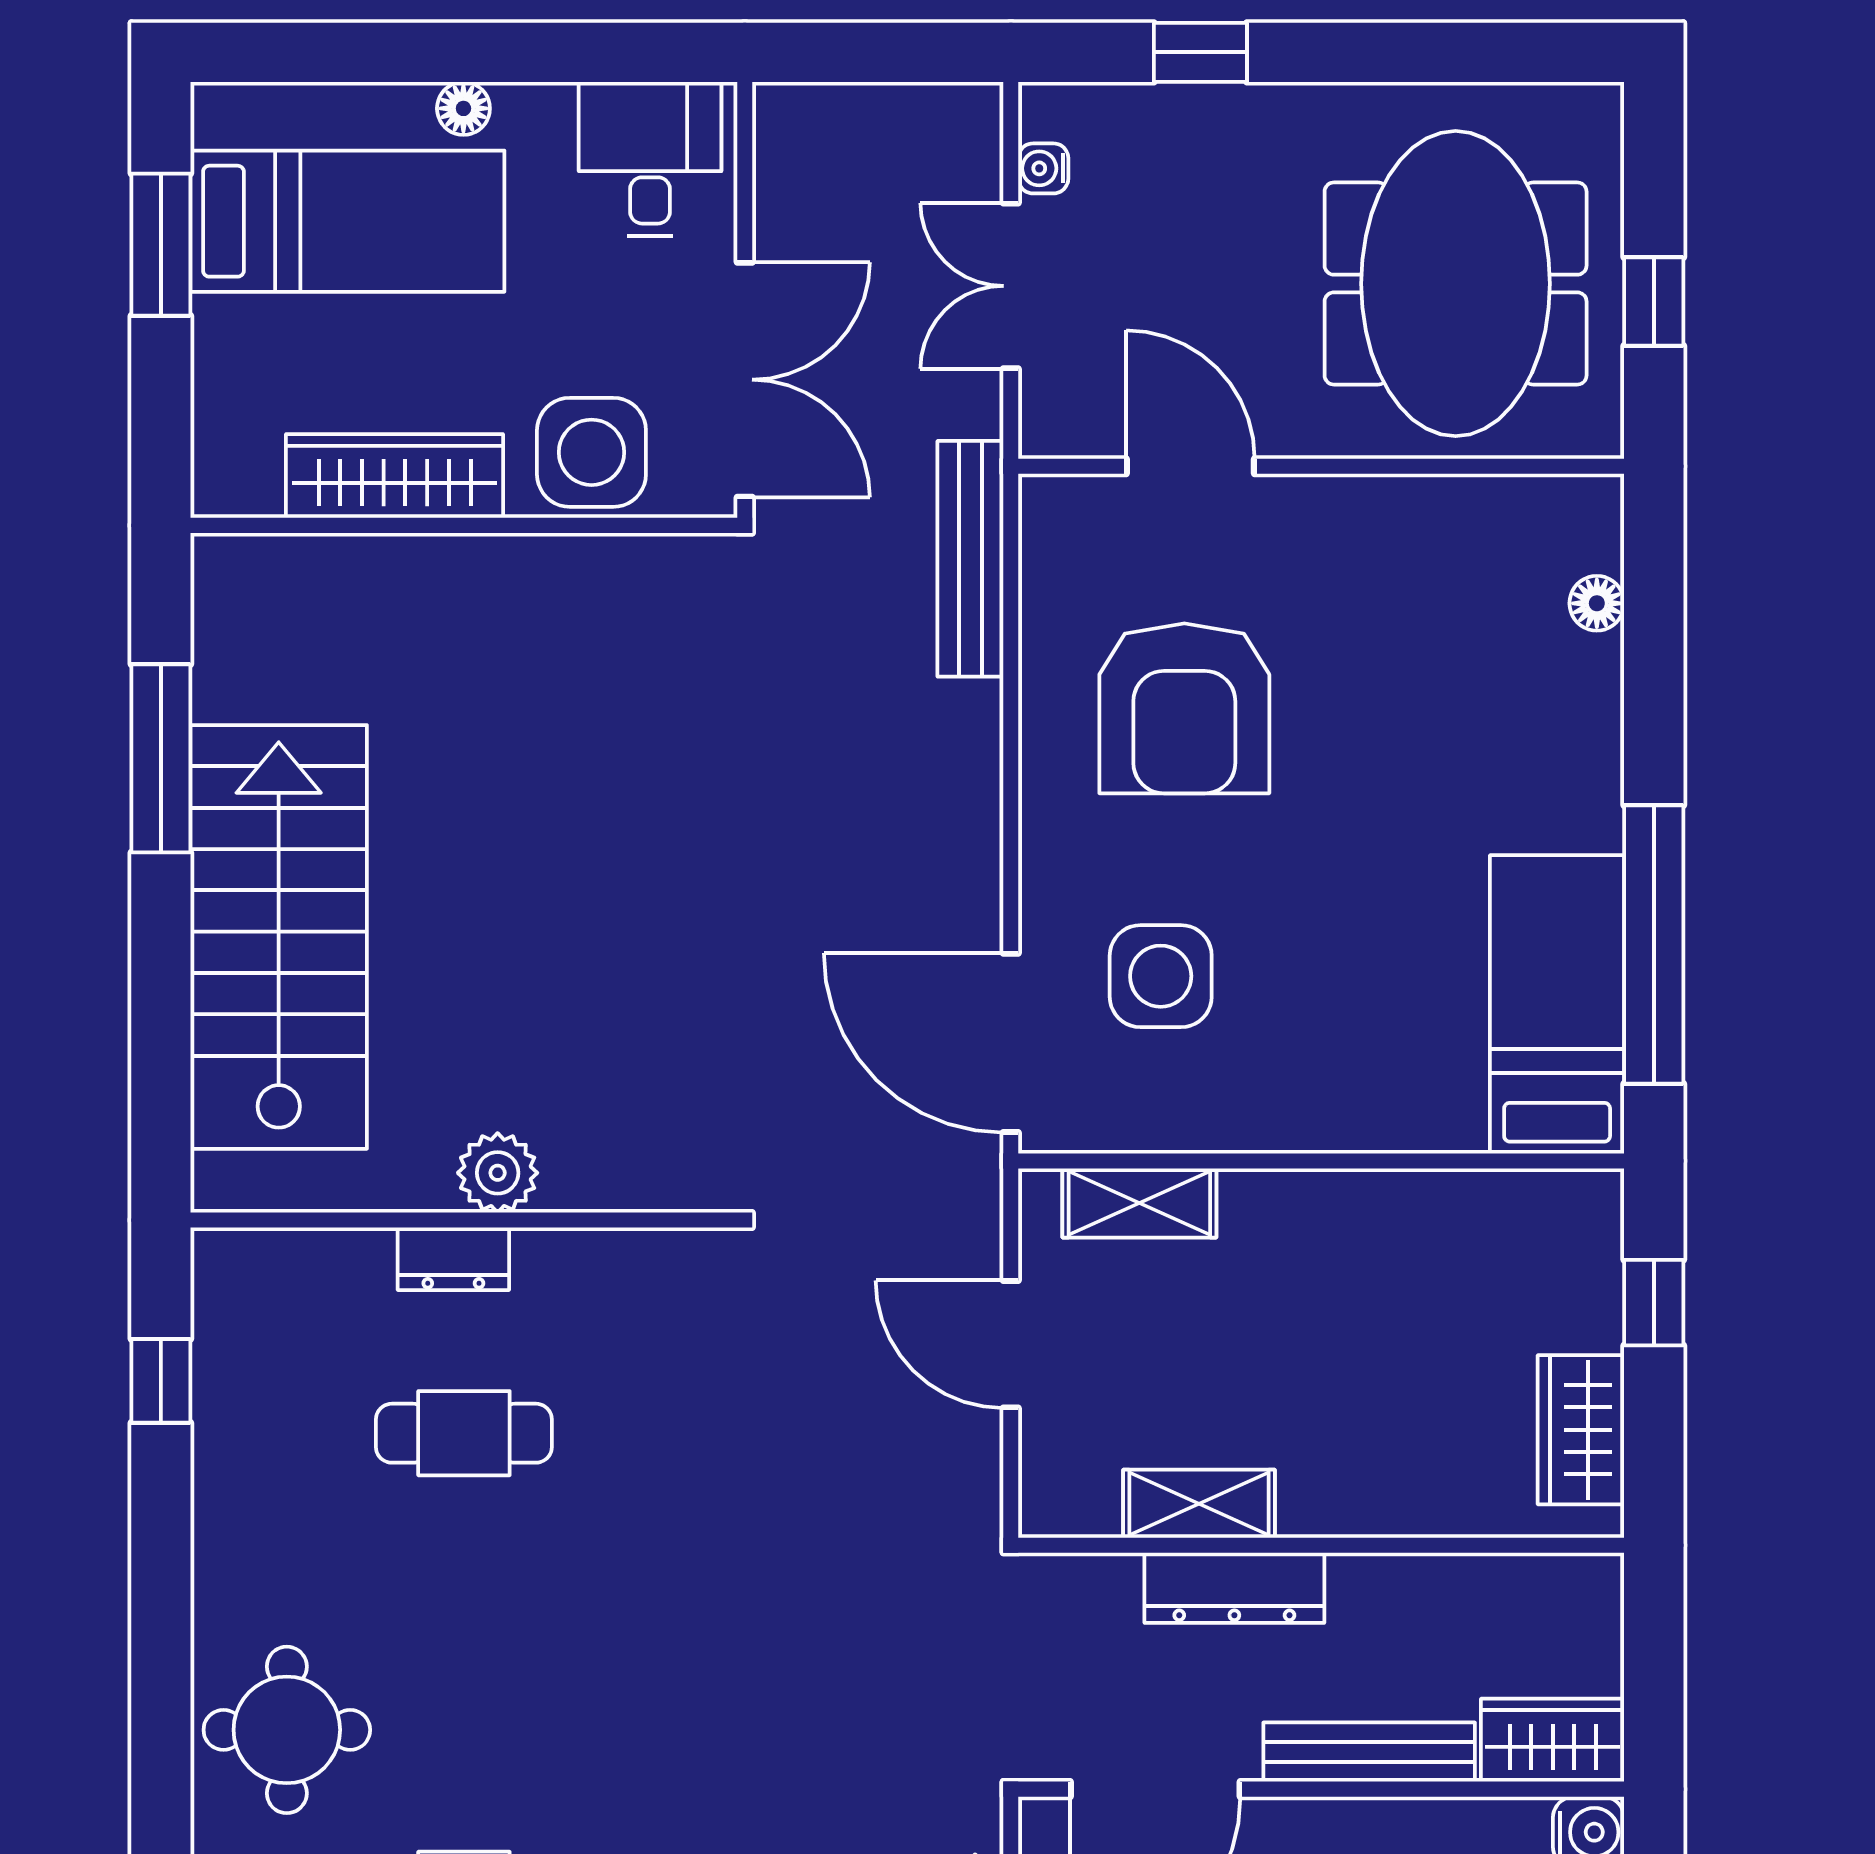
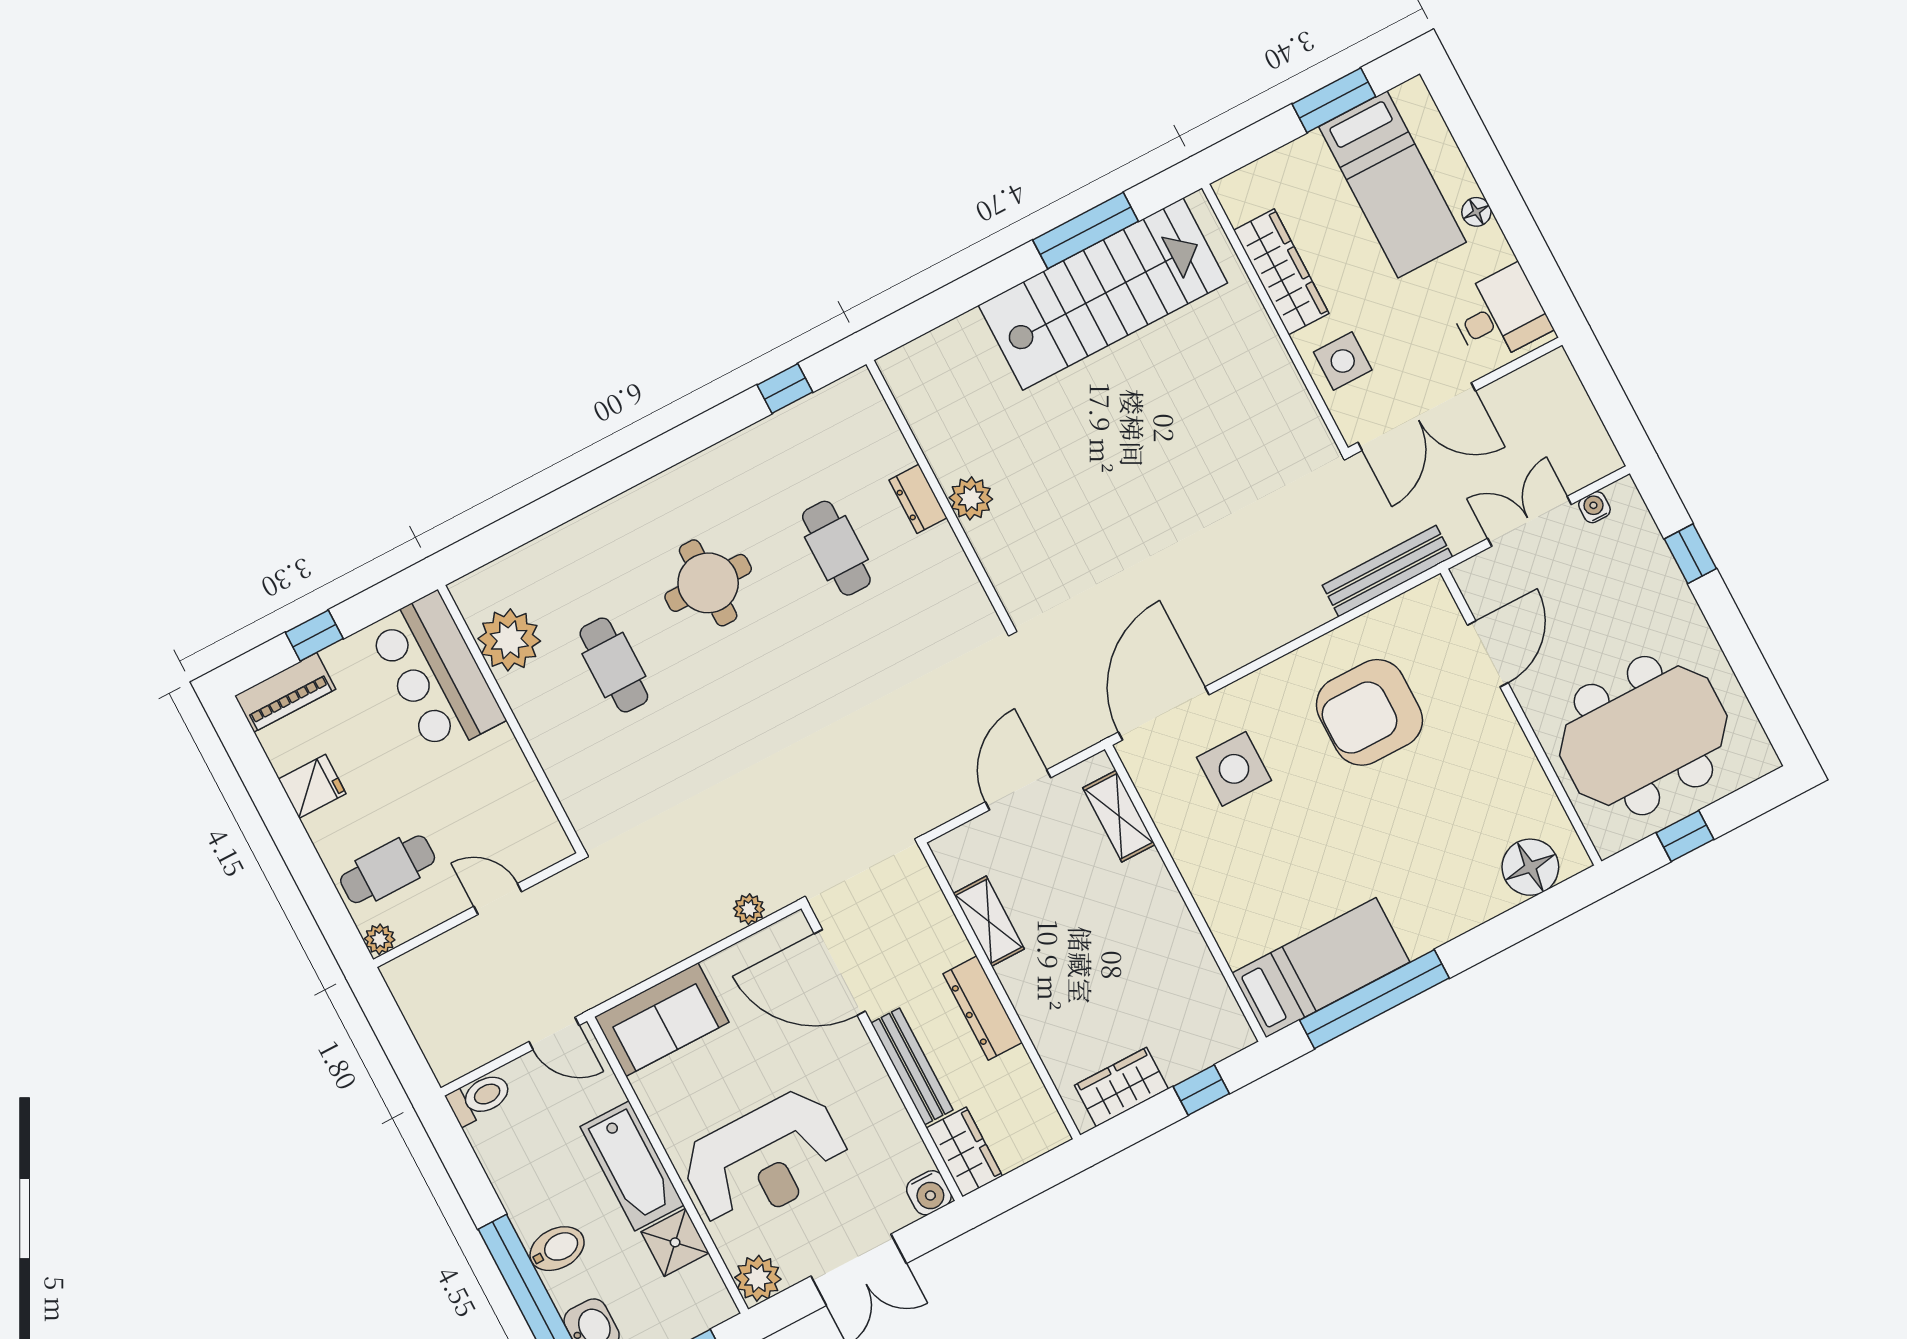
side table: (591, 452) -> (1343, 361), width x0.73, depth x0.73
floor lamp: (1597, 603) -> (1530, 867), width x1.89, depth x1.89
stairs: (279, 937) -> (1103, 294), moved
dresser: (1234, 1588) -> (983, 1008), moved
round table: (287, 1730) -> (708, 583), moved

